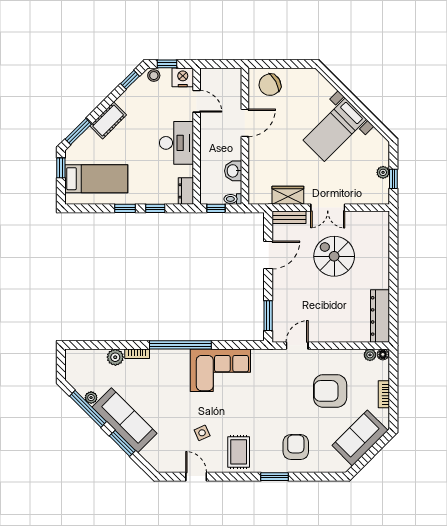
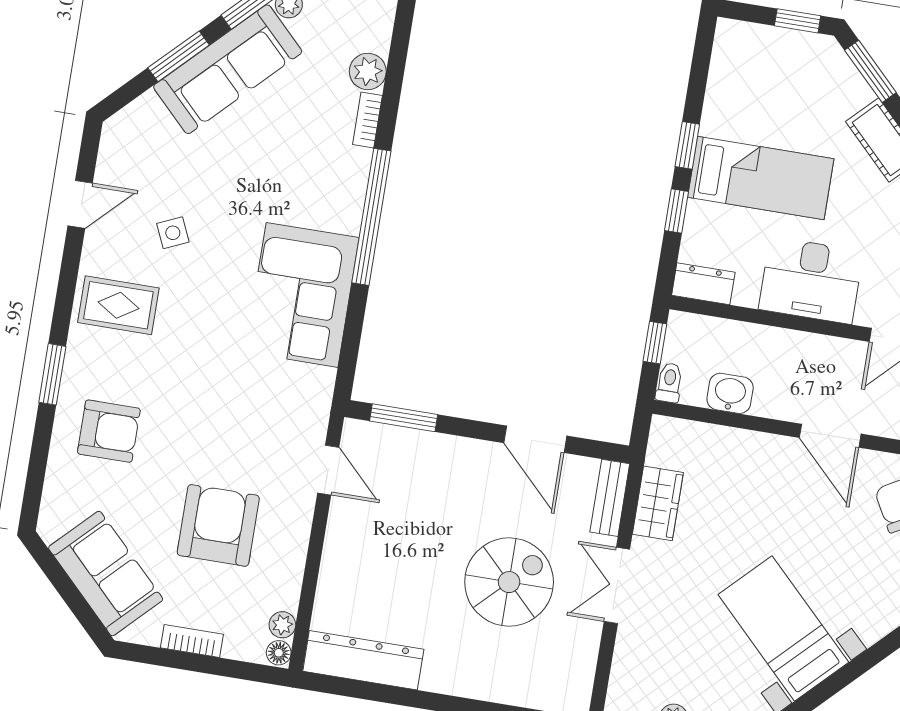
bed: (96, 179) -> (761, 178), moved, turned -90

